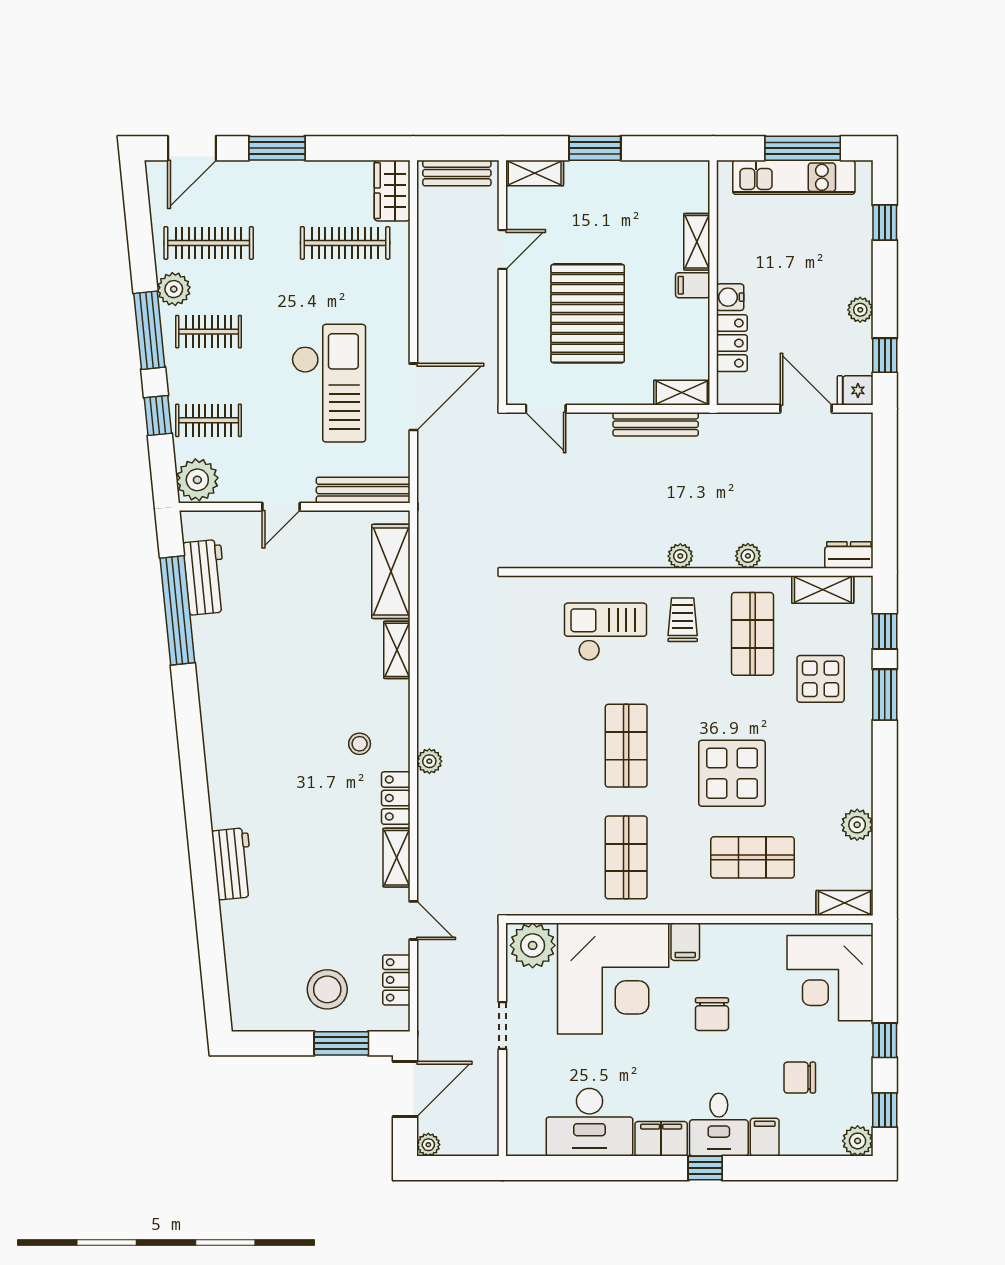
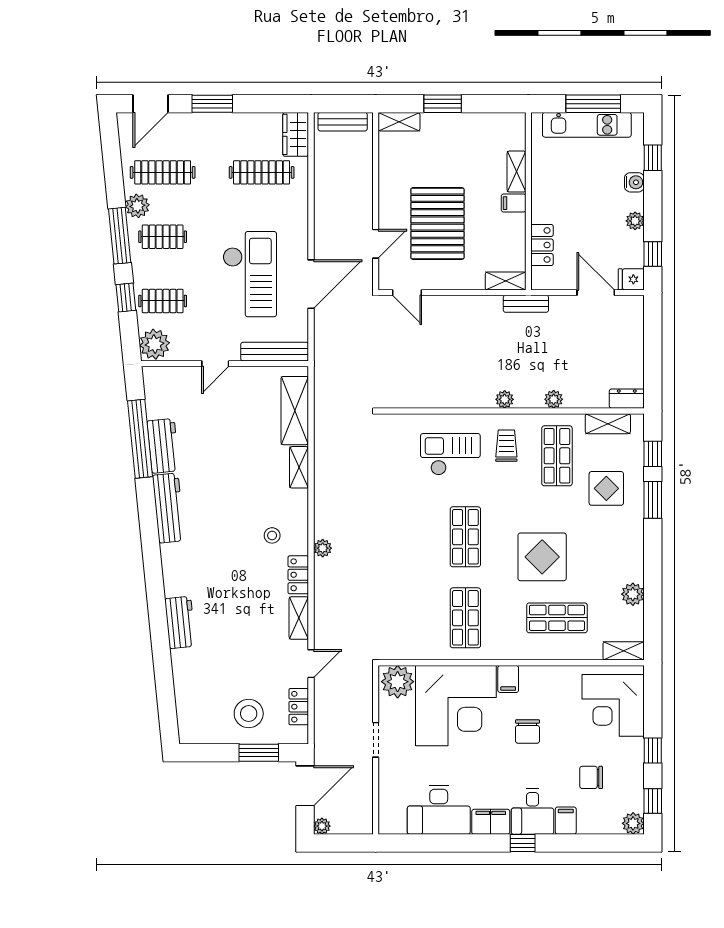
door: (502, 249) -> (376, 244), moved
water cooler: (730, 297) -> (634, 182), moved, turned 180
bench: (656, 424) -> (526, 304), moved, width x0.73
workbench: (205, 577) -> (163, 446), moved
workbench: (217, 706) -> (168, 508), added
door: (413, 920) -> (311, 664), hinge flipped

